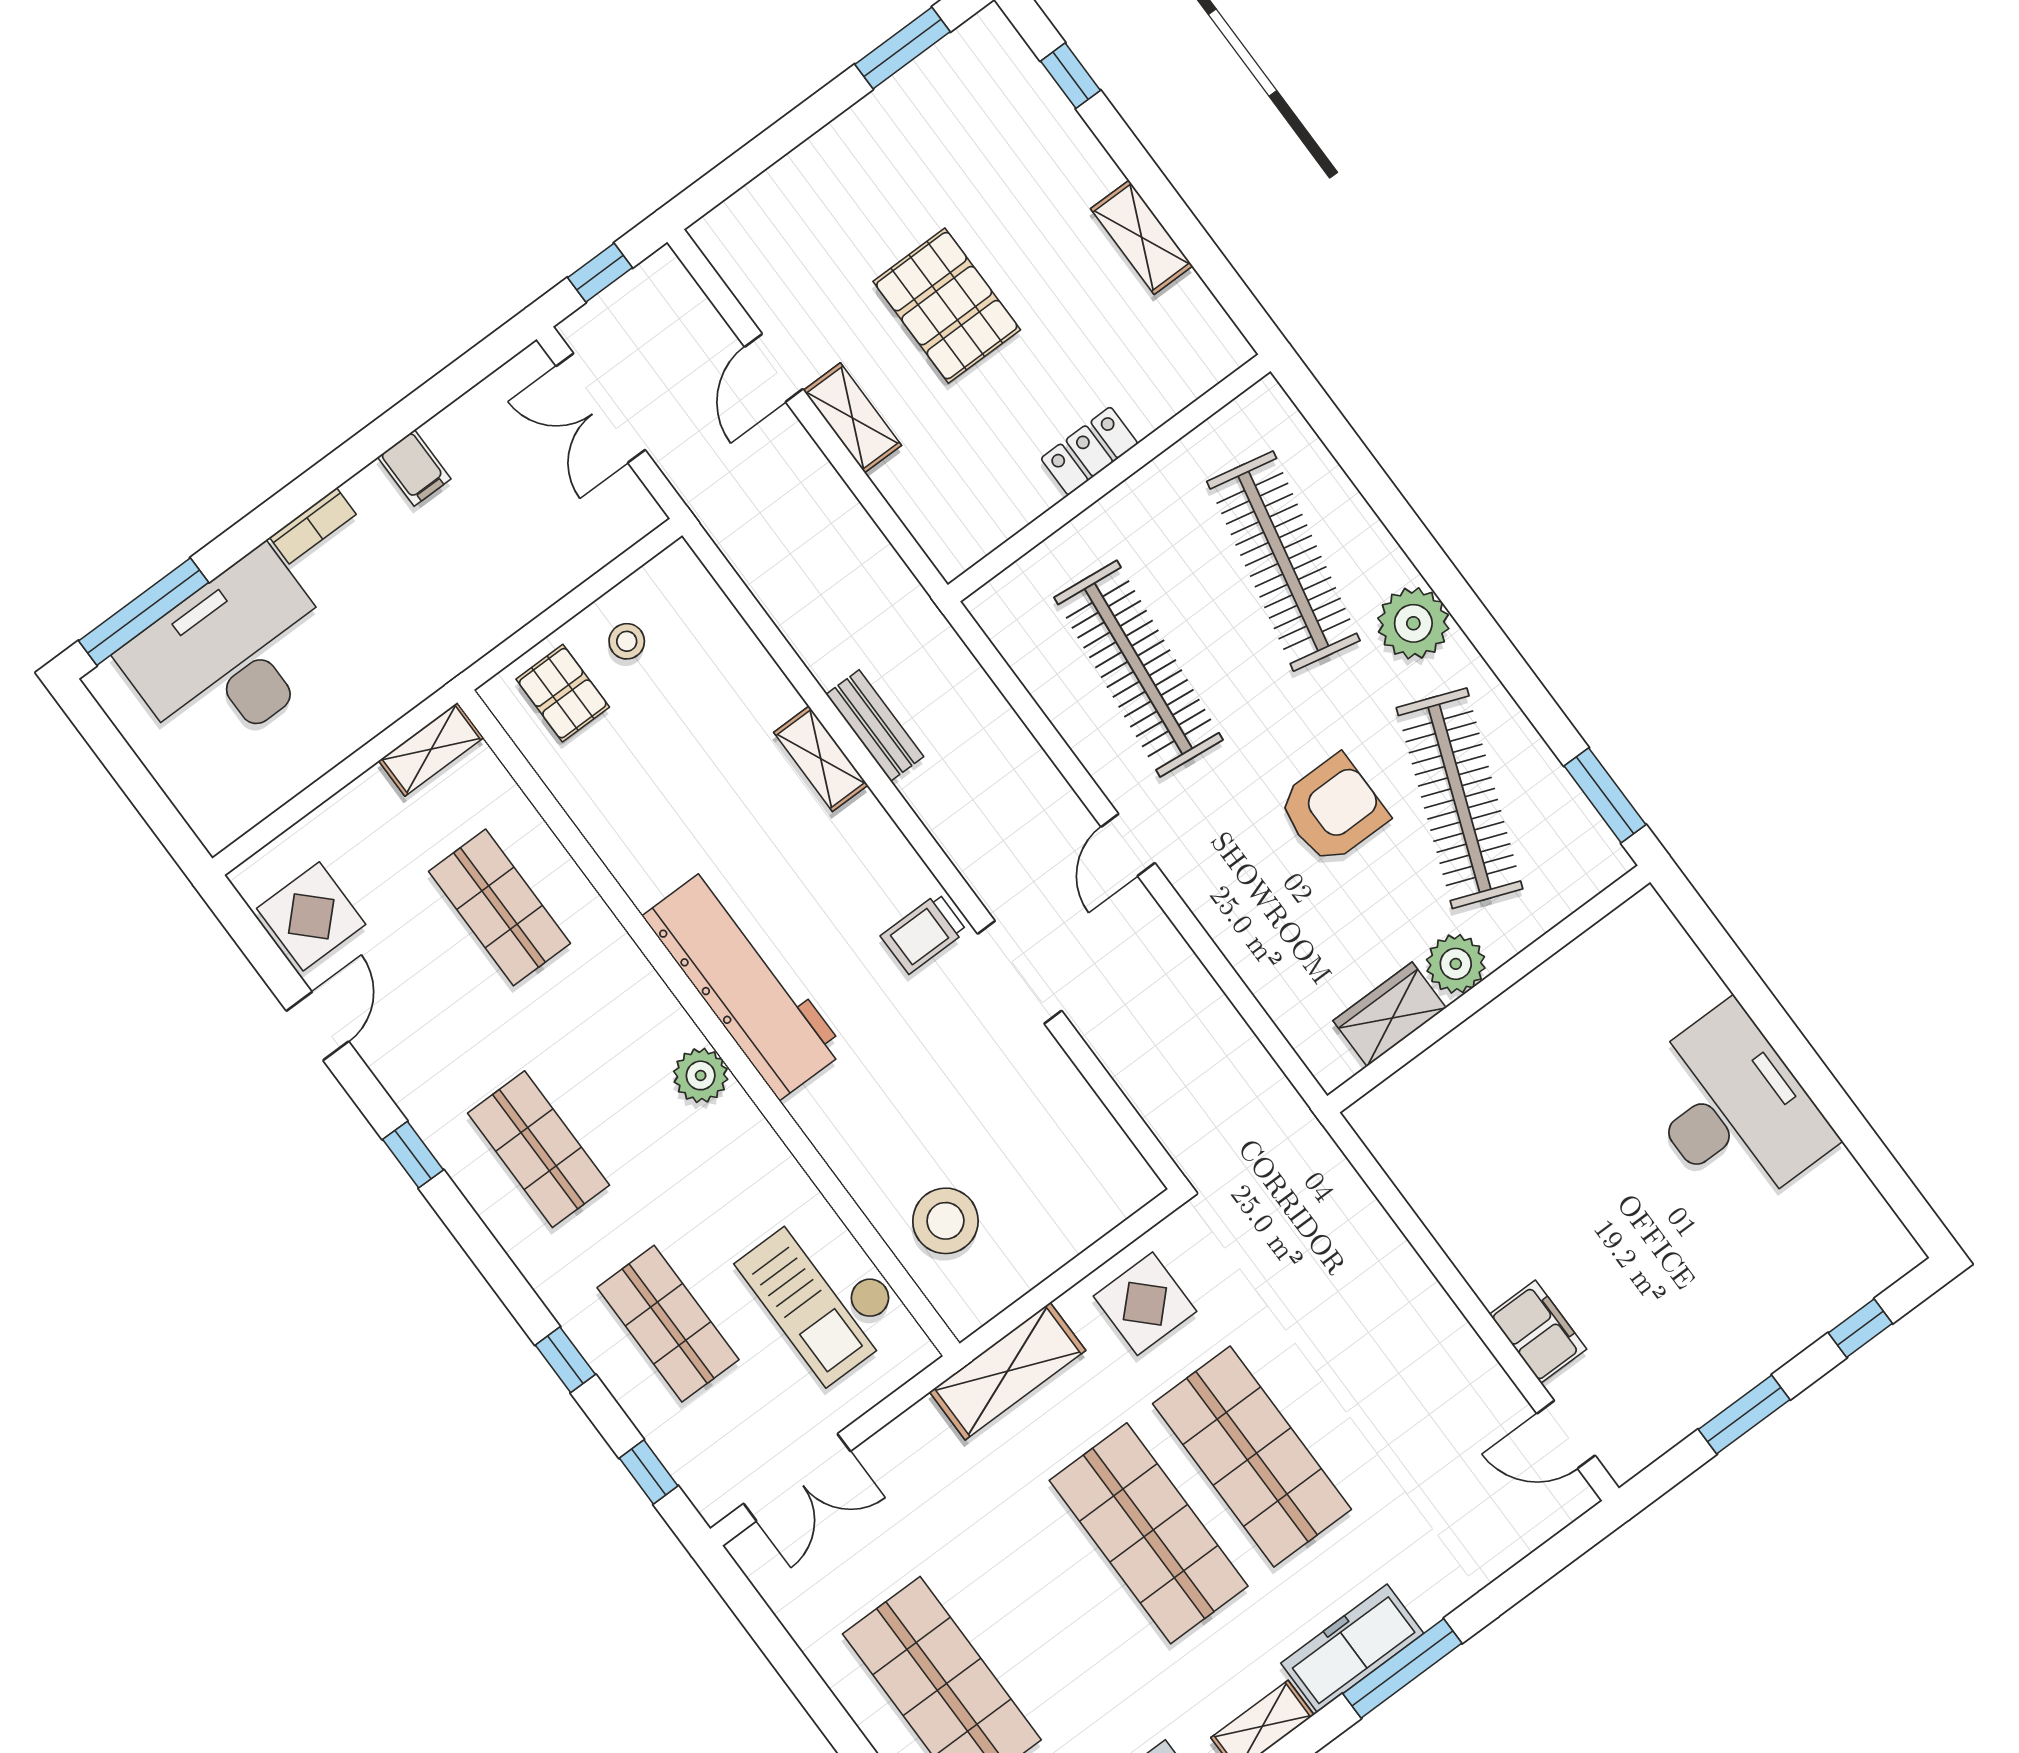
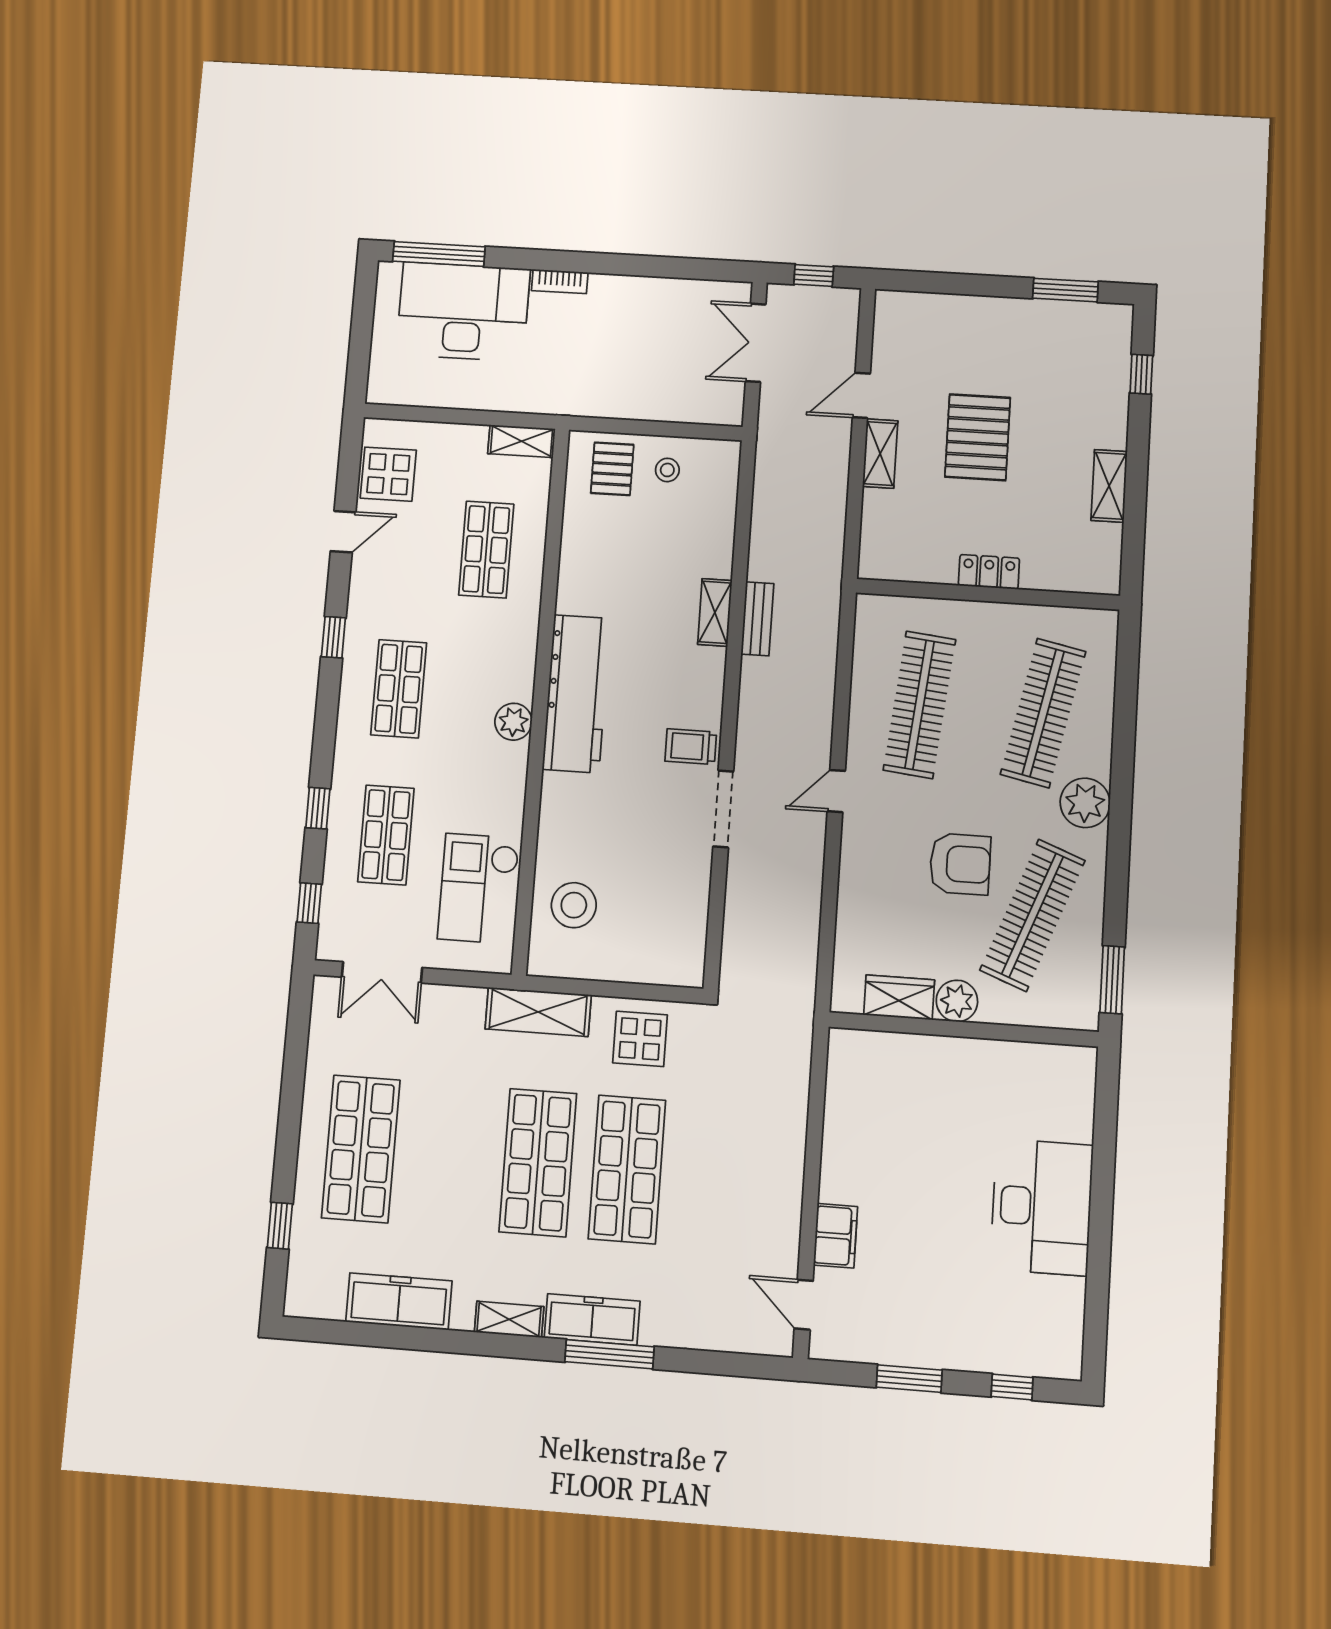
filing cabinet: (414, 468) -> (636, 295), removed

